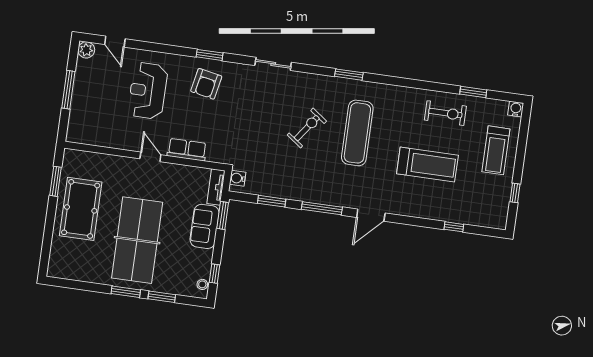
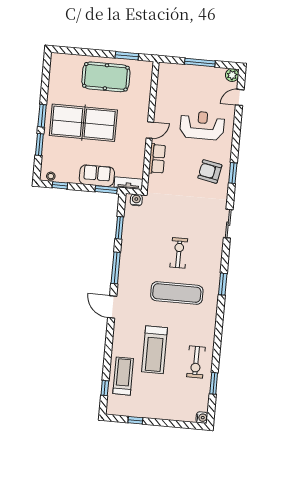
exercise bike: (307, 128) -> (179, 253), turned -126
treadmill: (496, 150) -> (123, 376), moved, turned 90
window: (454, 227) -> (105, 388), moved

